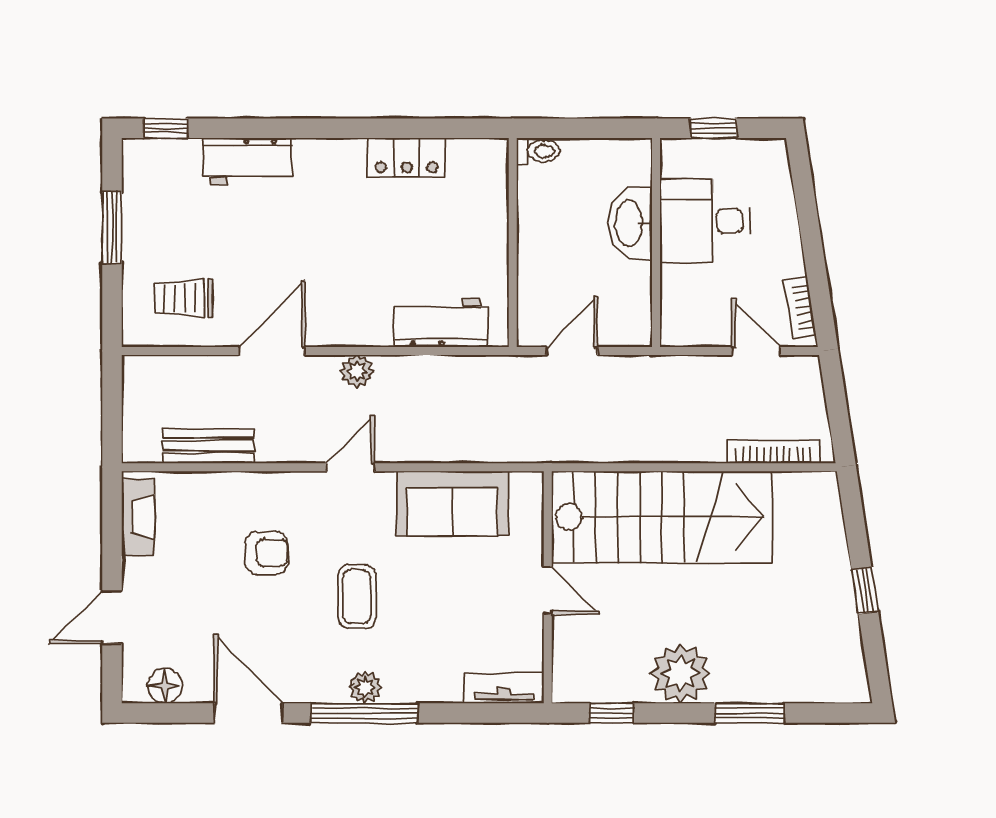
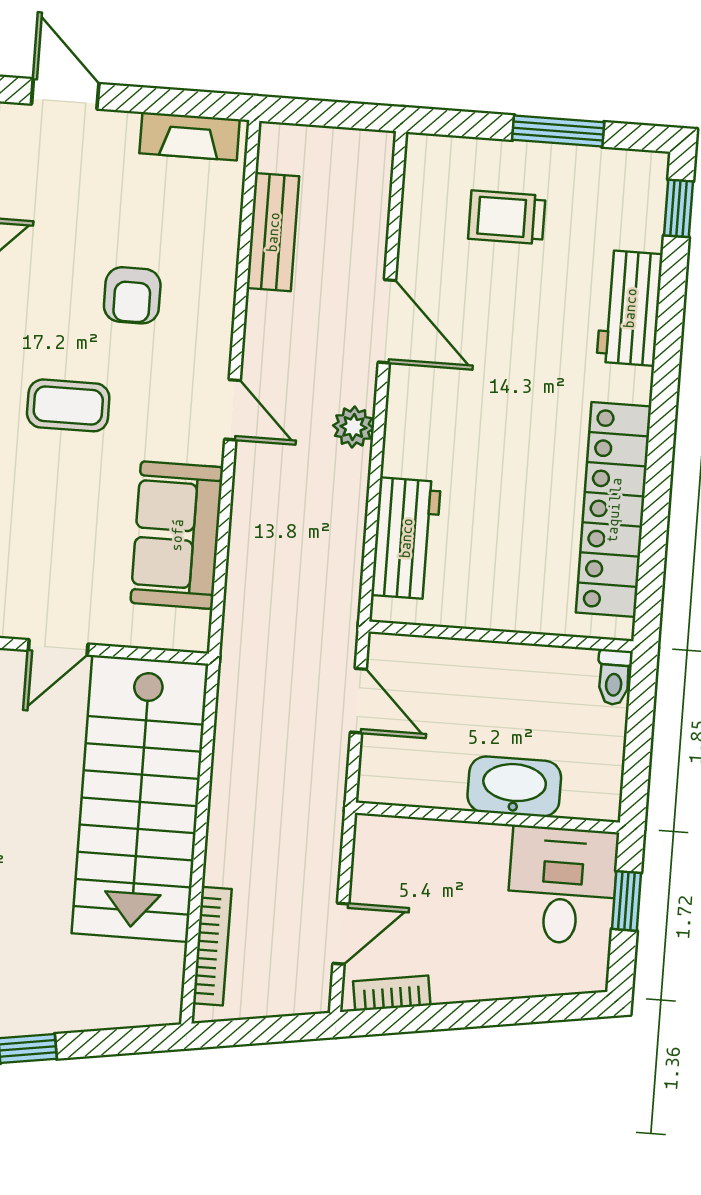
locker: (406, 157) -> (614, 510), width x2.16, depth x1.21
desk: (705, 221) -> (562, 885), moved
trolley: (184, 298) -> (507, 217), moved, turned -90

